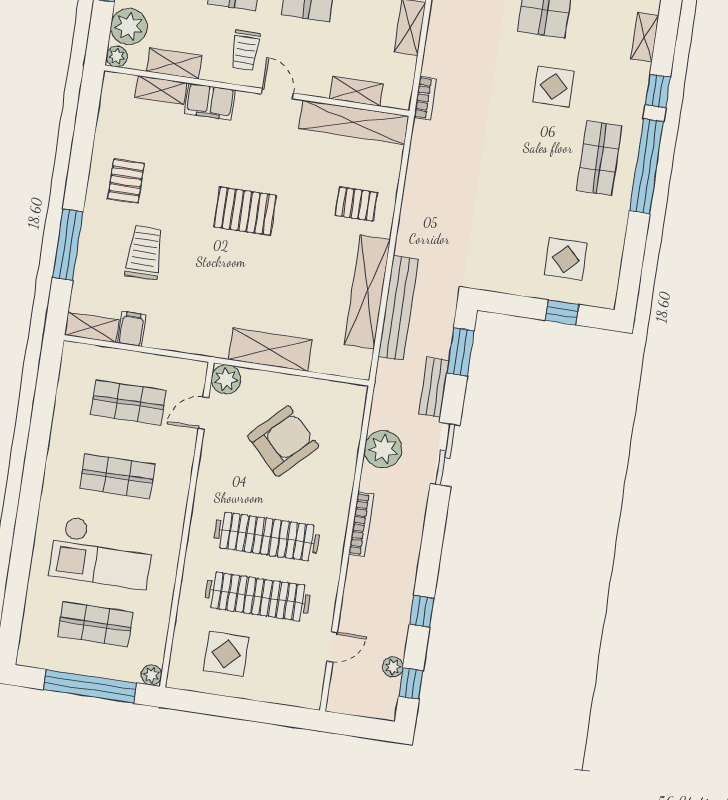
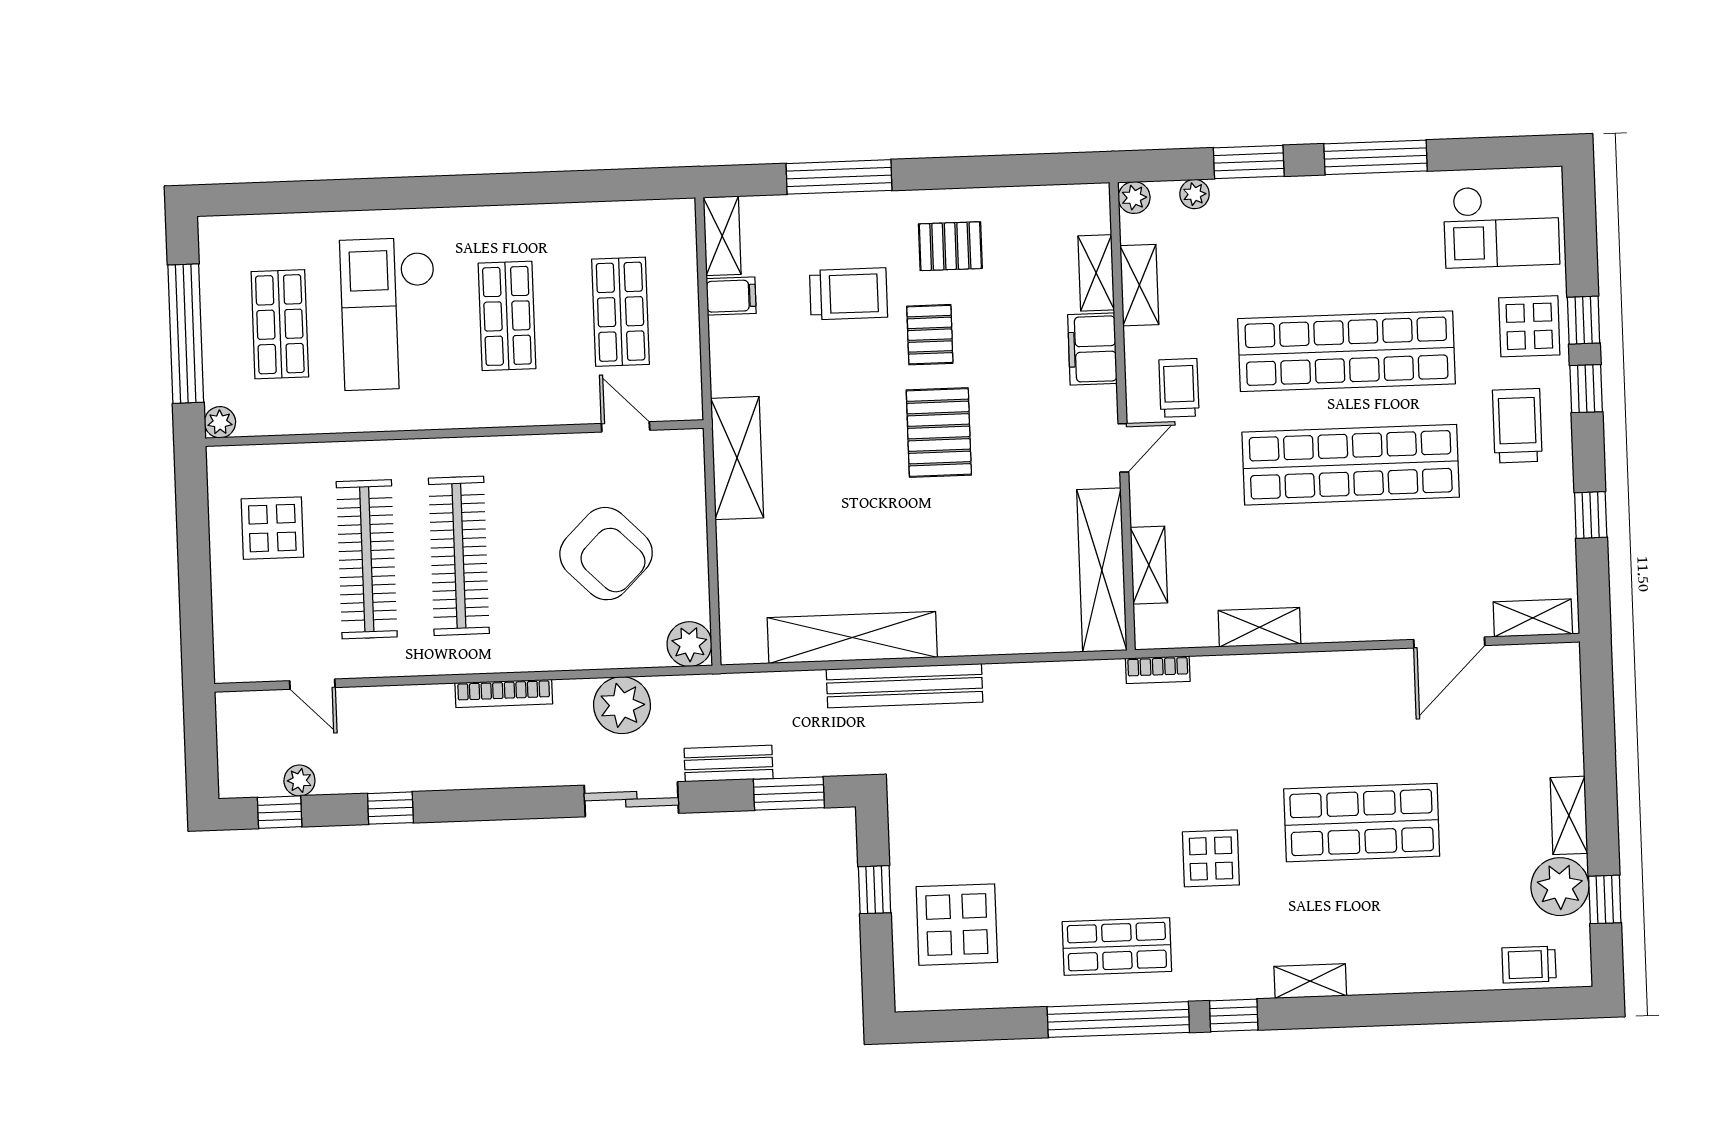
plant: (129, 27) -> (1194, 194), width x0.53, depth x0.53
trolley: (245, 50) -> (1179, 388), turned 90
pallet: (356, 204) -> (930, 335), moved
display table: (566, 259) -> (957, 925), width x1.36, depth x1.36
bench: (398, 308) -> (905, 686), moved
window: (562, 312) -> (875, 890), moved
shelving: (270, 350) -> (737, 458), moved
plant: (226, 379) -> (689, 644), moved

